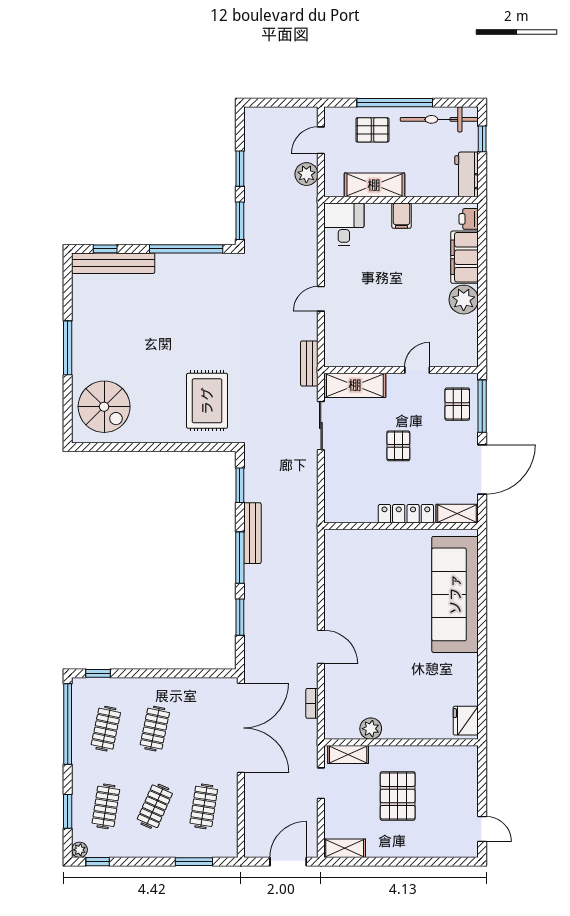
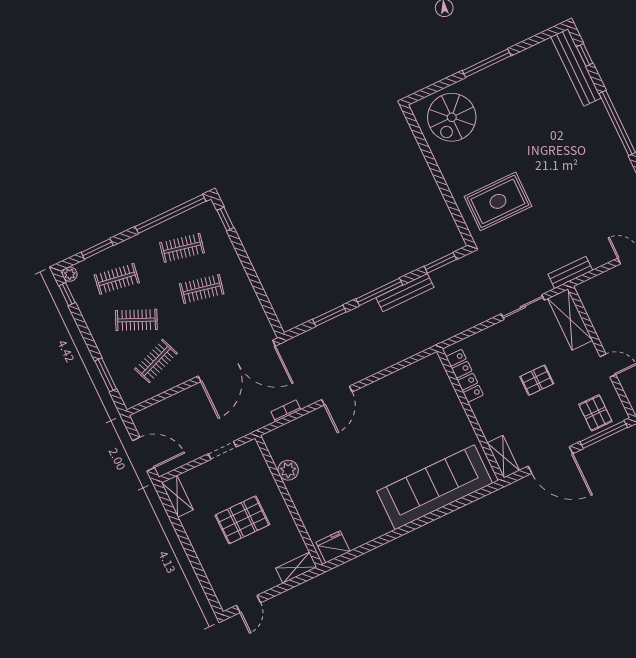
pallet: (457, 404) -> (595, 413), turned 90
locker: (406, 514) -> (465, 376), moved
shelving: (348, 755) -> (296, 568), moved, turned 90
clothes rail: (204, 806) -> (156, 361), turned -30

